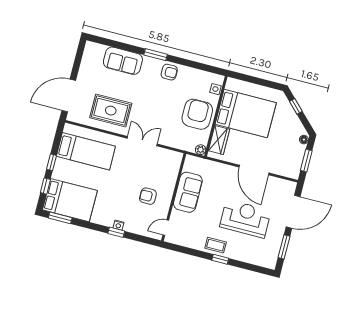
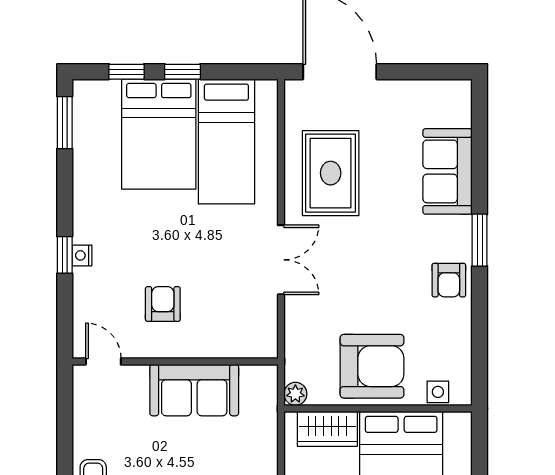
bed: (70, 200) -> (159, 134), moved

